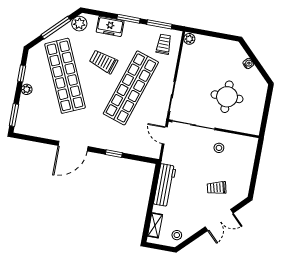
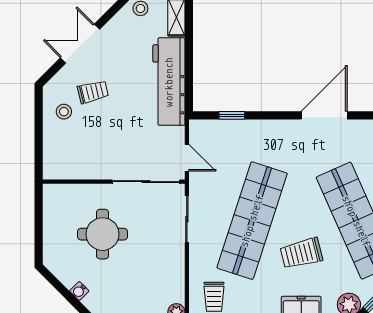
trolley: (103, 62) -> (301, 253), turned 148
stool: (219, 148) -> (64, 112), moved
window: (114, 154) -> (232, 115), moved
workbench: (165, 185) -> (169, 82), width x1.36, depth x1.32

